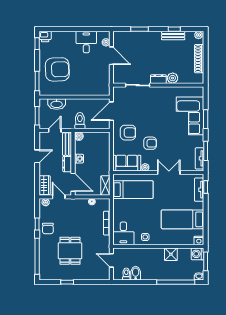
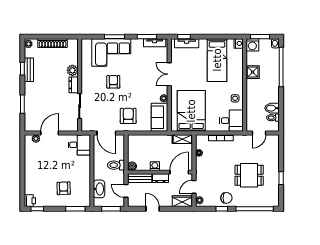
desk: (86, 42) -> (79, 145), moved, turned 180
armchair: (57, 69) -> (64, 188), width x0.53, depth x0.53
armchair: (150, 143) -> (113, 82), moved
bed: (133, 190) -> (191, 111), width x1.50

